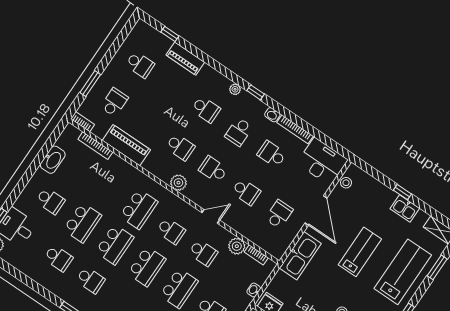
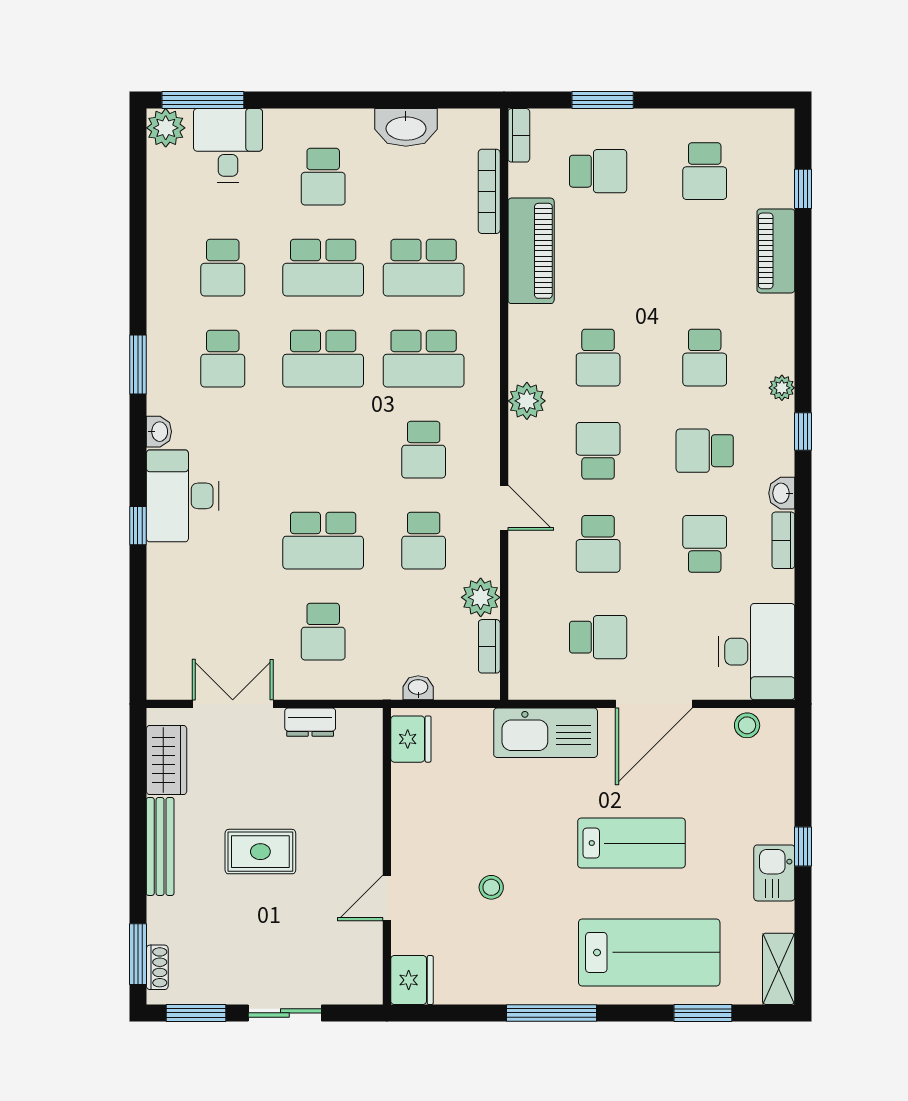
bookcase: (295, 129) -> (783, 540), width x0.64
school desk: (147, 266) -> (424, 268), moved

